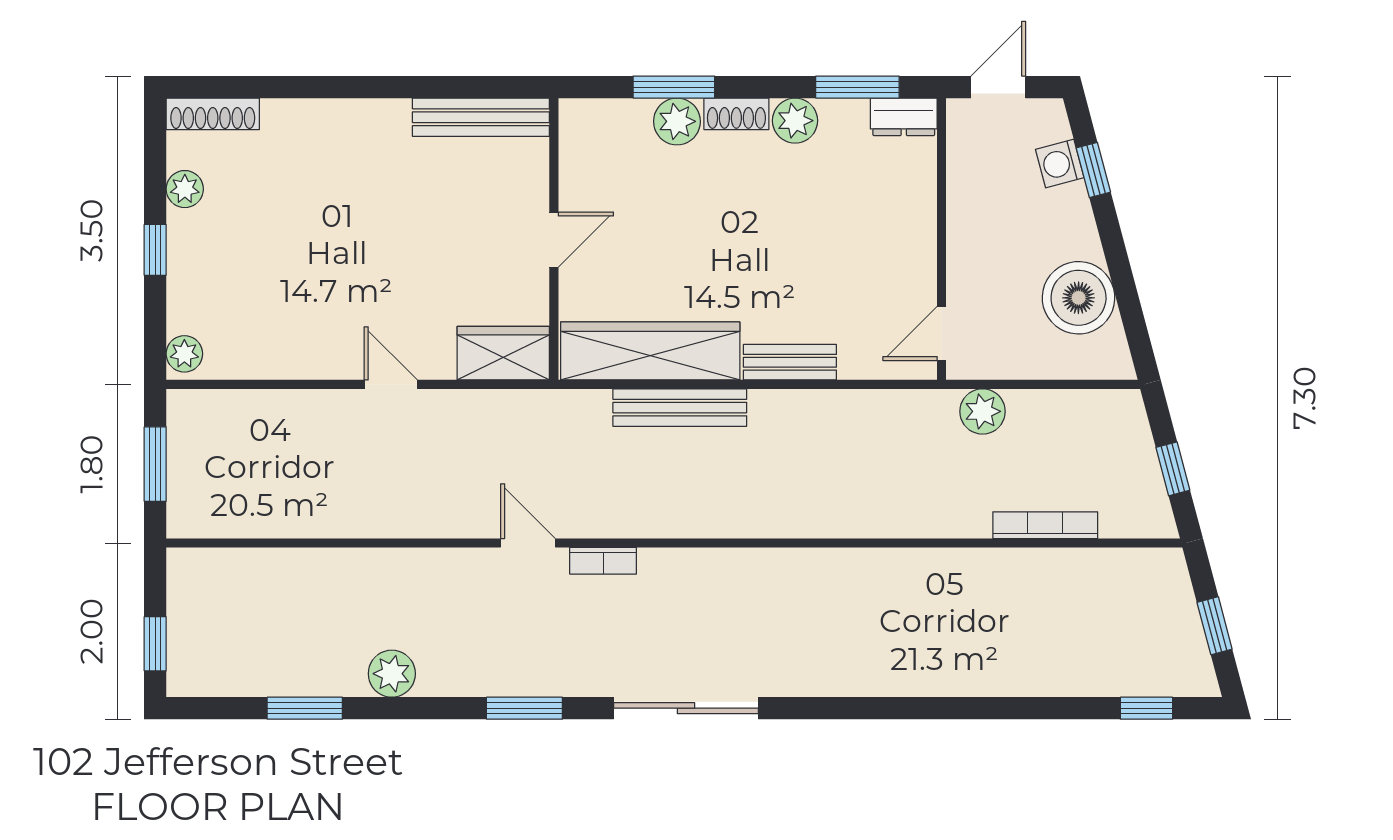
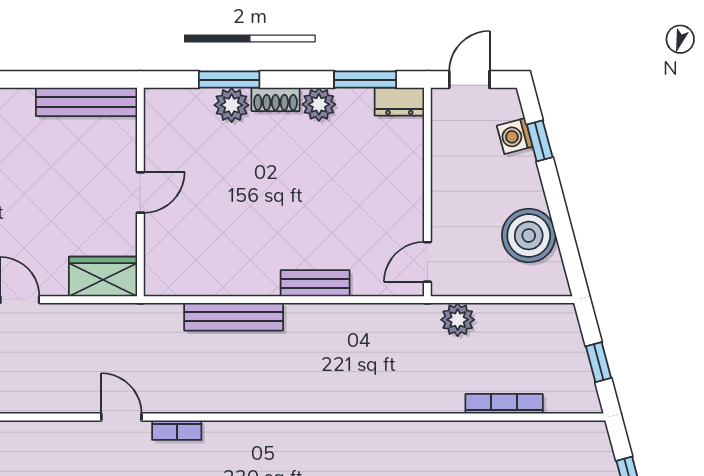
wardrobe: (650, 351) -> (212, 275), removed

